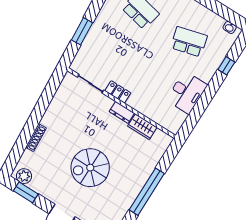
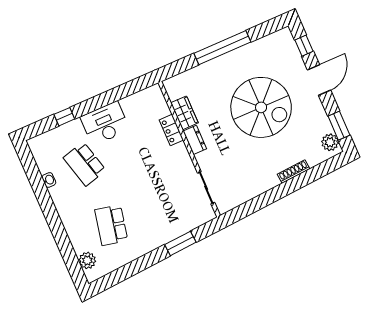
washbasin: (230, 27) -> (49, 180), moved
locker: (118, 92) -> (171, 130), moved
desk: (187, 92) -> (105, 123), moved
spiral stairs: (90, 168) -> (261, 107), width x1.37, depth x1.37

